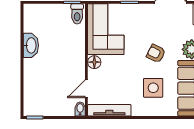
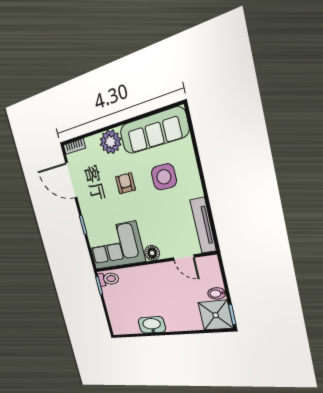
armchair: (156, 54) -> (125, 183), turned 153
shower: (35, 104) -> (216, 315), added
bidet: (80, 109) -> (217, 293), moved

